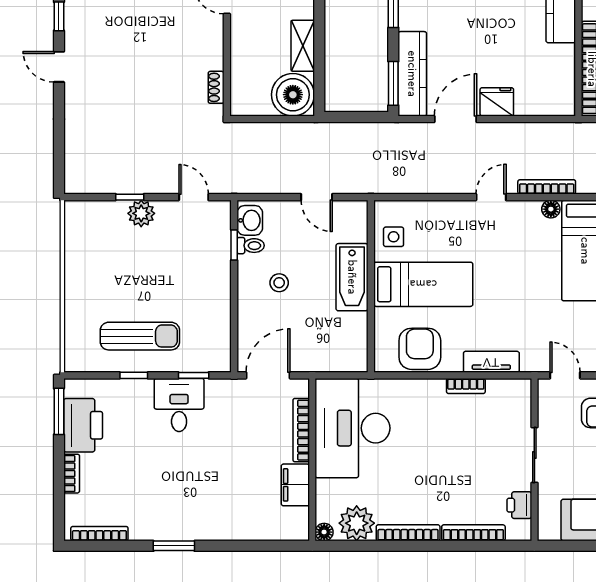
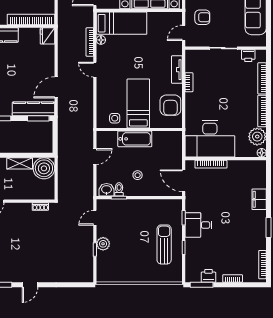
fridge: (497, 102) -> (47, 36), moved
door: (455, 119) -> (56, 87), hinge flipped
armchair: (420, 349) -> (170, 105), turned -90
printer: (83, 425) -> (208, 276), width x0.53, depth x0.68
filing cabinet: (295, 485) -> (259, 199), moved, turned 90

